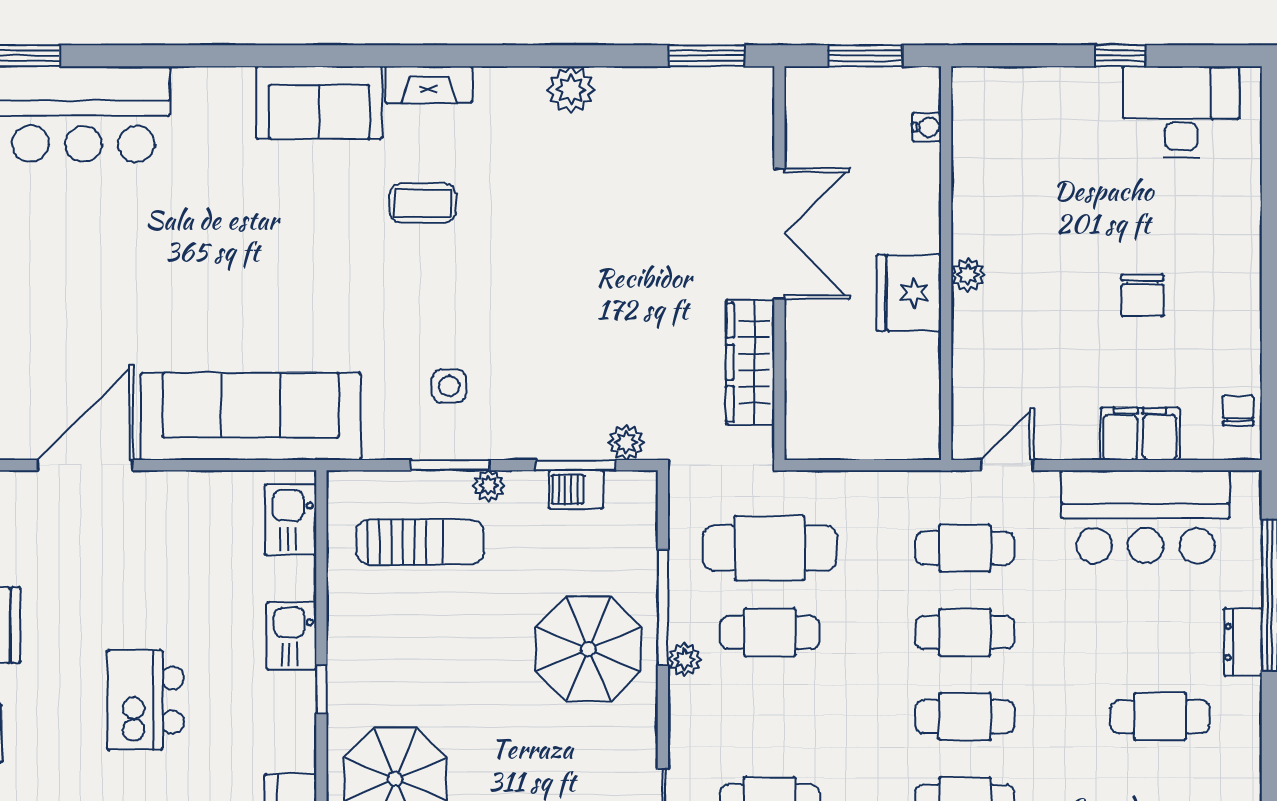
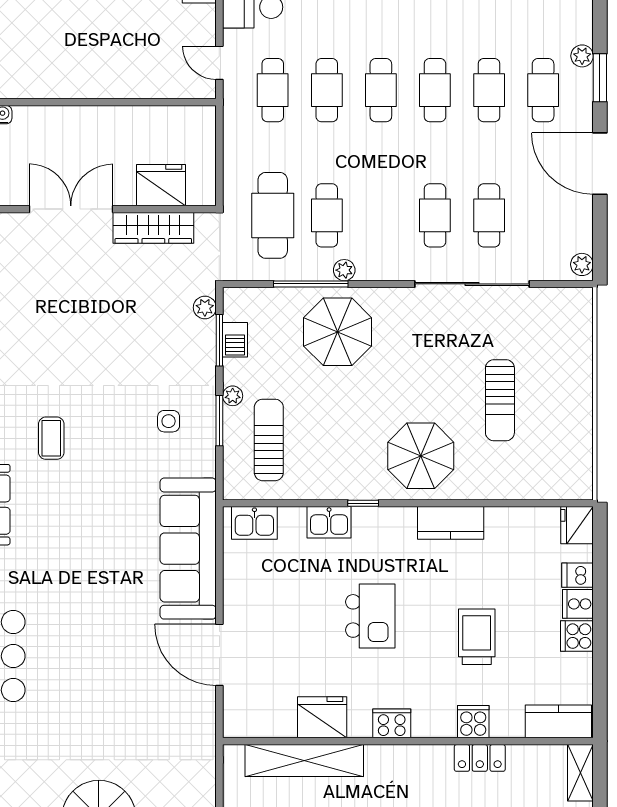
plant: (968, 275) -> (97, 88), removed
fridge: (909, 293) -> (161, 185), moved, turned 180
kitchen island: (146, 700) -> (370, 616), turned -90

